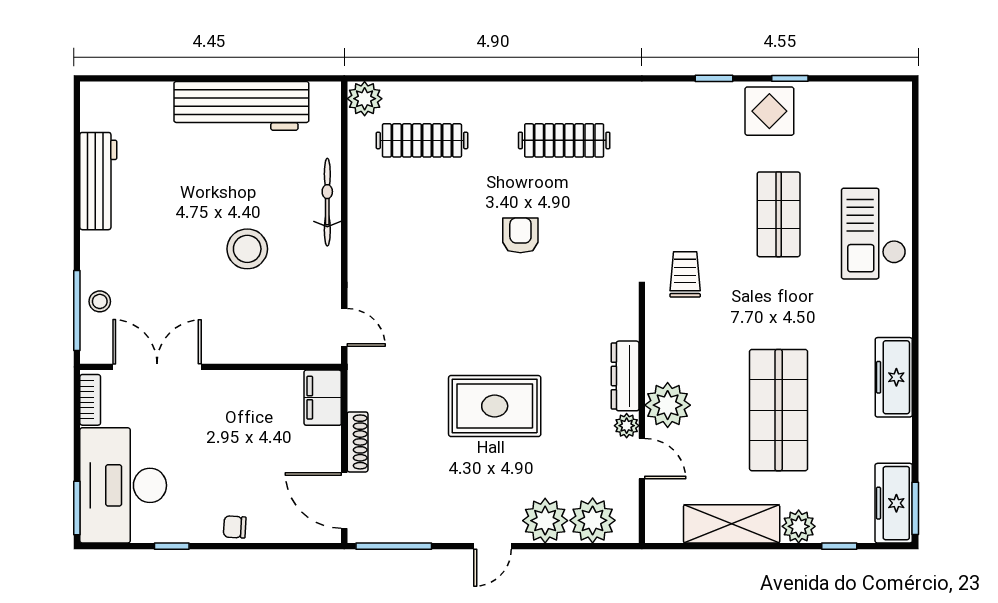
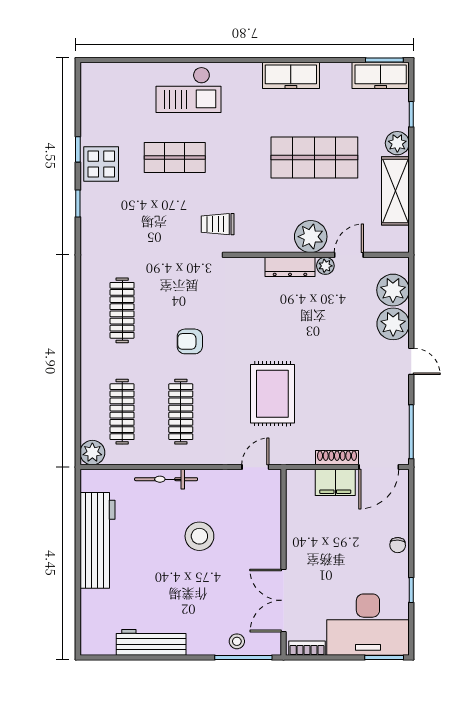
clothes rail: (422, 223) -> (181, 412), added
filing cabinet: (323, 398) -> (335, 482), moved
rug: (495, 406) -> (272, 394), moved

